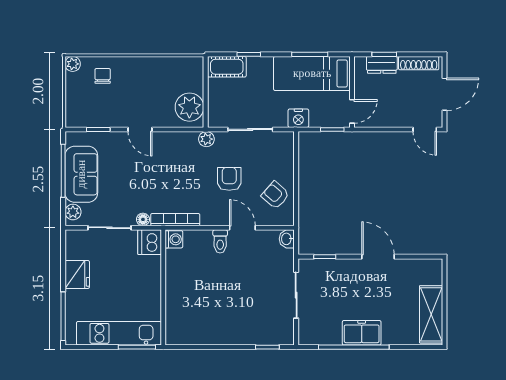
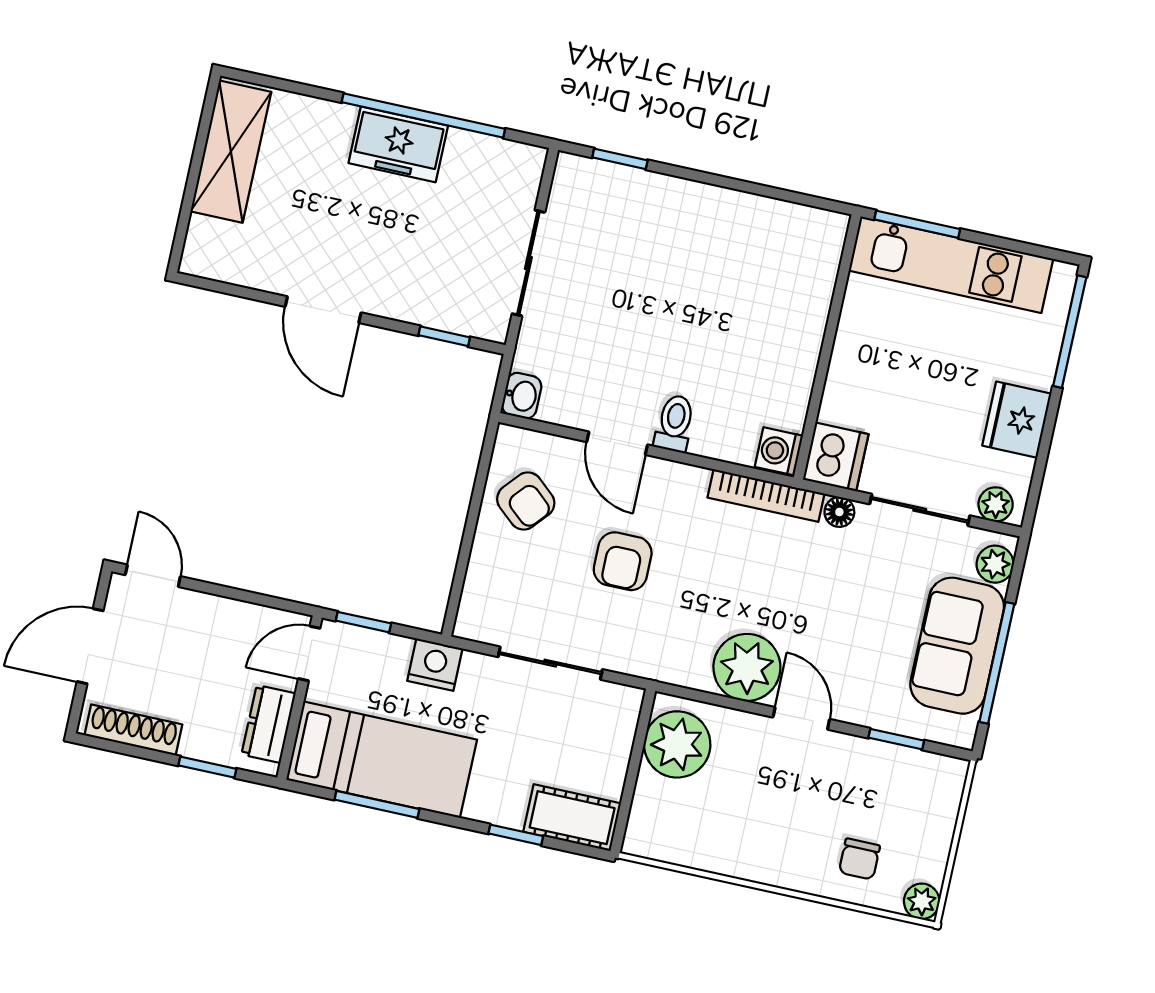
dresser: (382, 65) -> (269, 724), moved, turned -90
plant: (206, 139) -> (747, 667), moved, width x1.88, depth x1.88
plant: (78, 237) -> (996, 504), added

